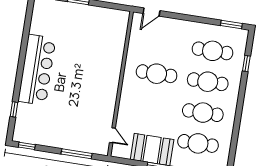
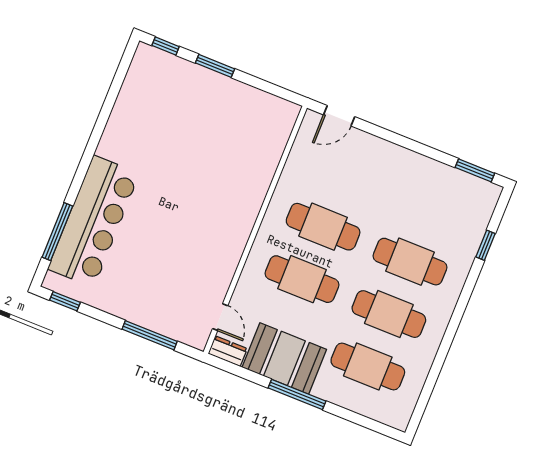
cafe table: (213, 51) -> (302, 279), moved
bar counter: (37, 70) -> (94, 221), moved
window: (14, 109) -> (57, 232), width x2.17
dresser: (121, 153) -> (228, 351), added

